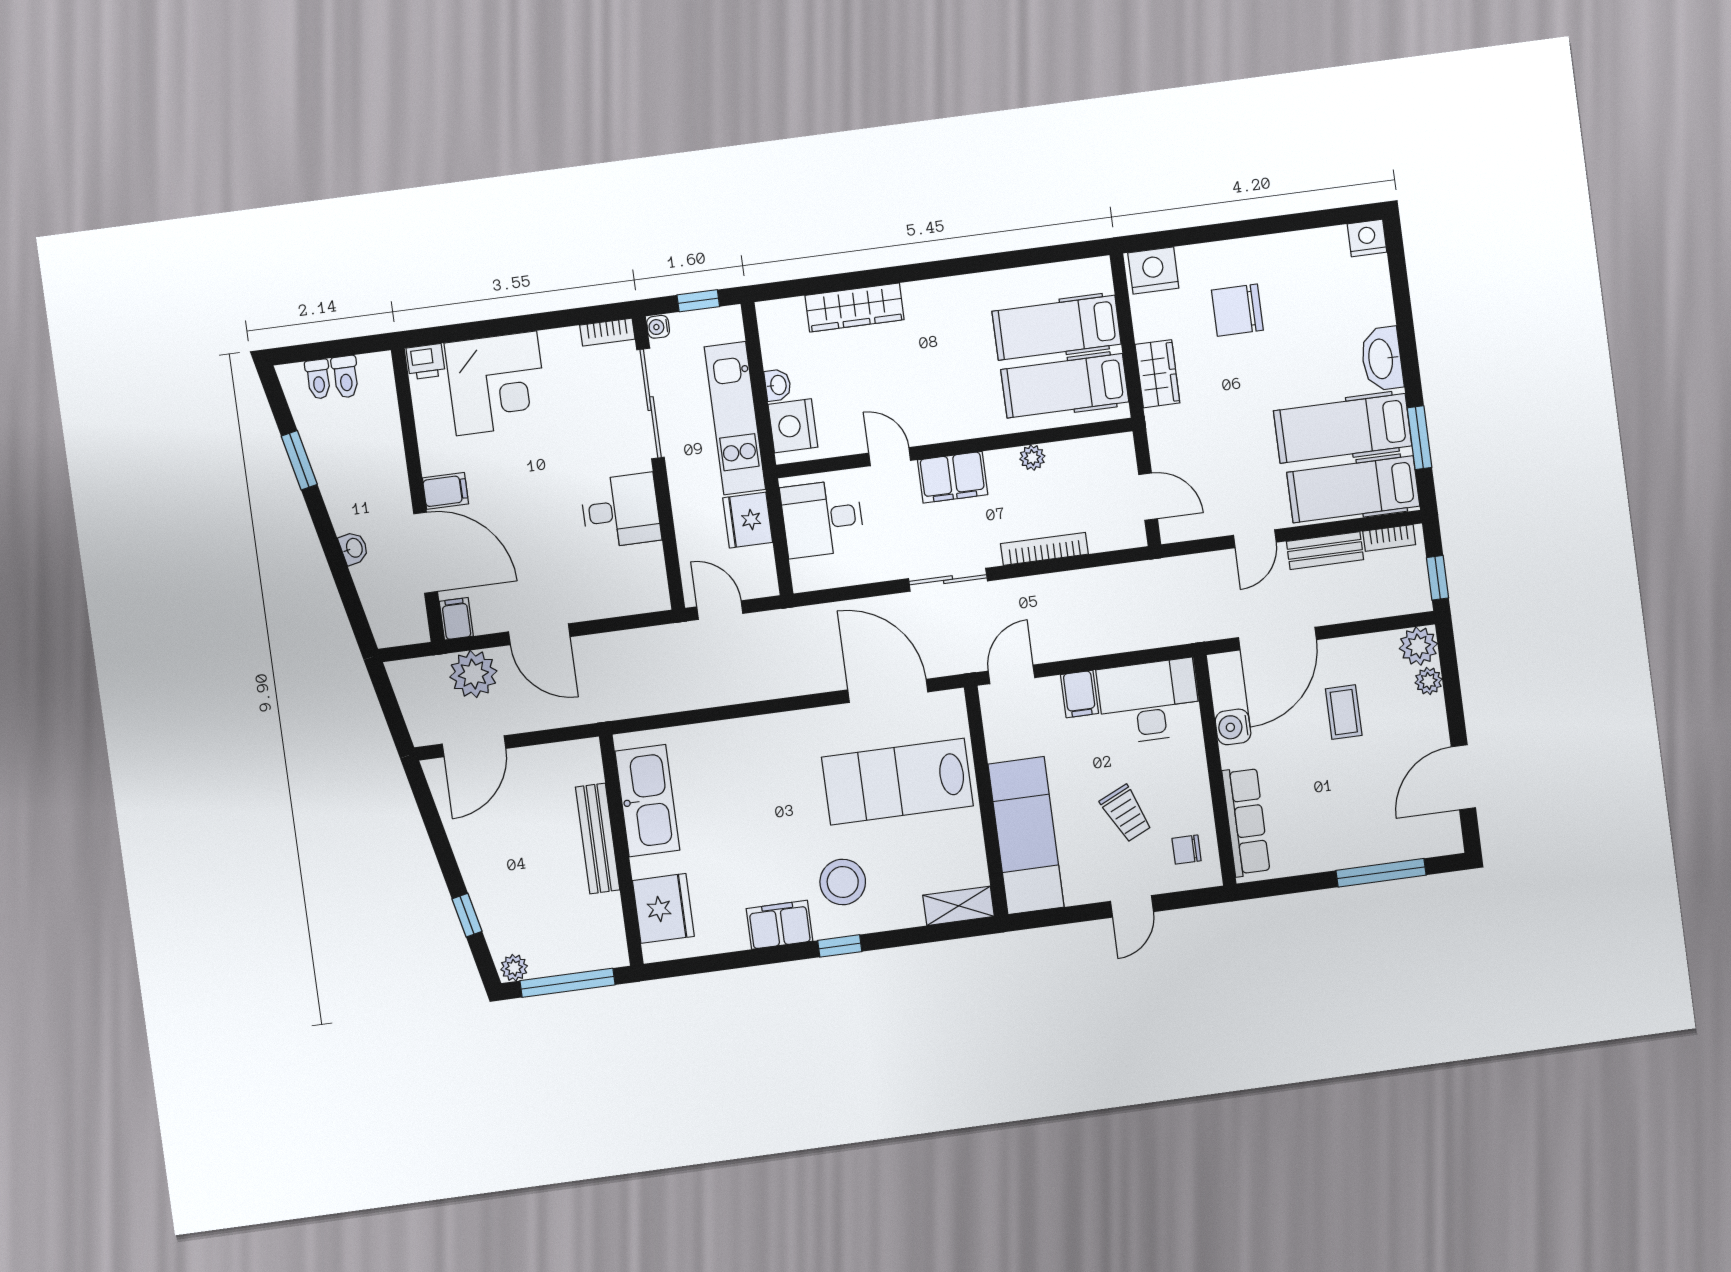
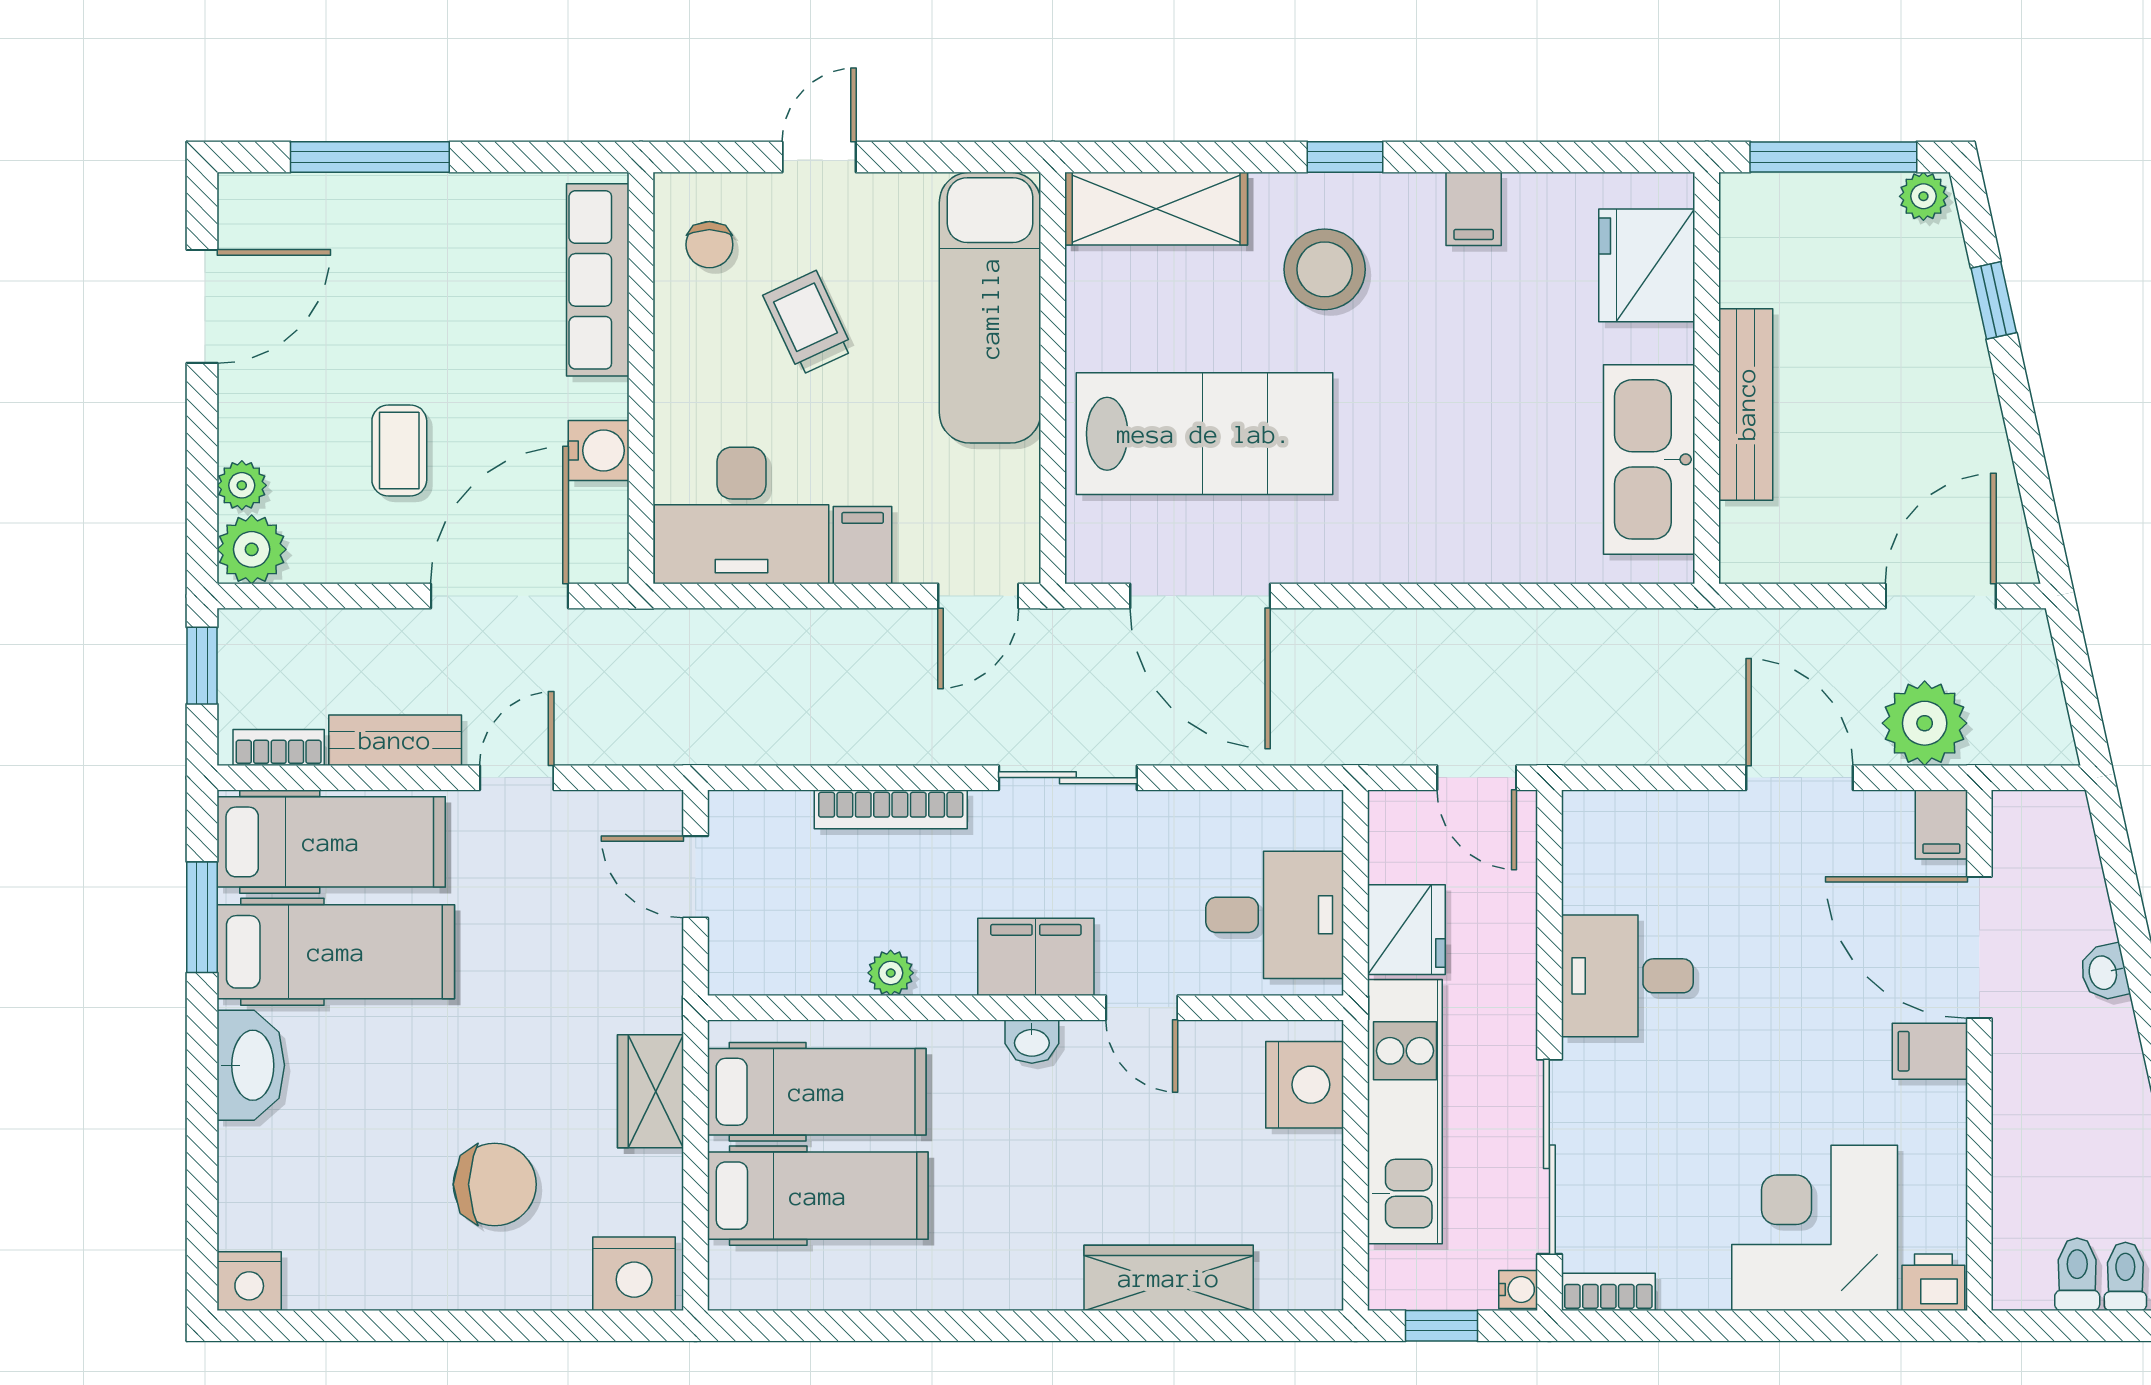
washbasin: (778, 385) -> (1032, 1042), moved, turned -90
chair: (1187, 850) -> (709, 245), turned 90
shelving: (959, 906) -> (1156, 209), width x1.50, depth x1.33
filing cabinet: (780, 925) -> (1474, 209), width x0.50

